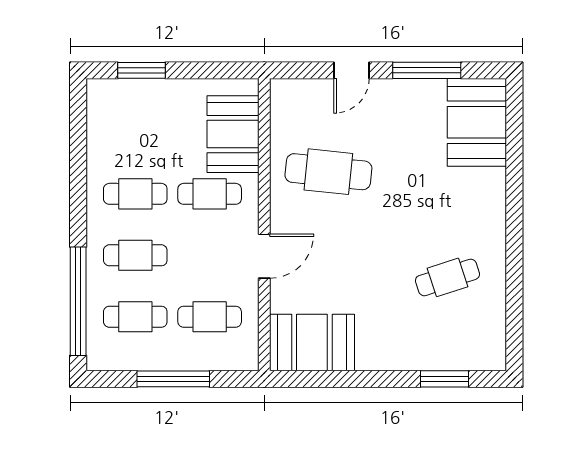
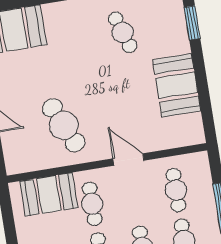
cafe table: (328, 172) -> (64, 125), turned -30
booth: (312, 342) -> (177, 85), moved

